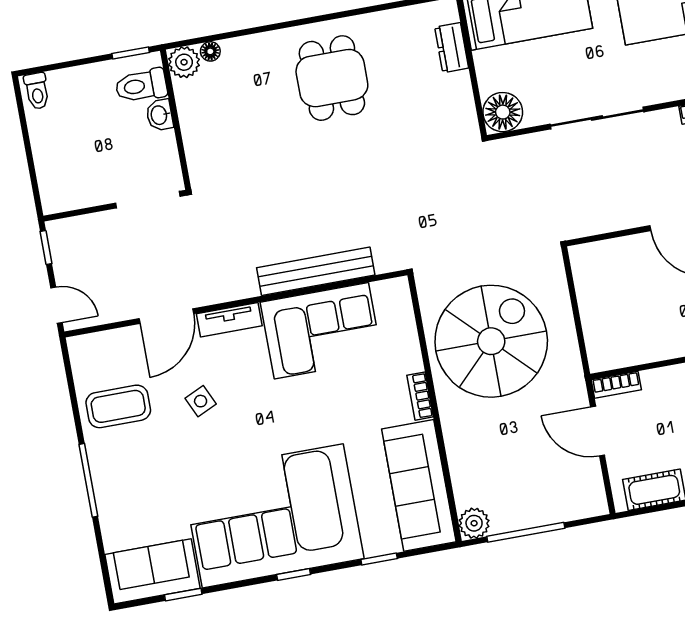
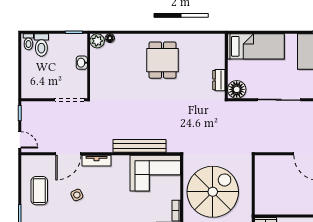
dresser: (452, 48) -> (219, 80), moved
toilet: (141, 86) -> (41, 45), moved, turned -90
corner sofa: (321, 331) -> (155, 173), moved
coffee table: (118, 406) -> (39, 191), turned 90

